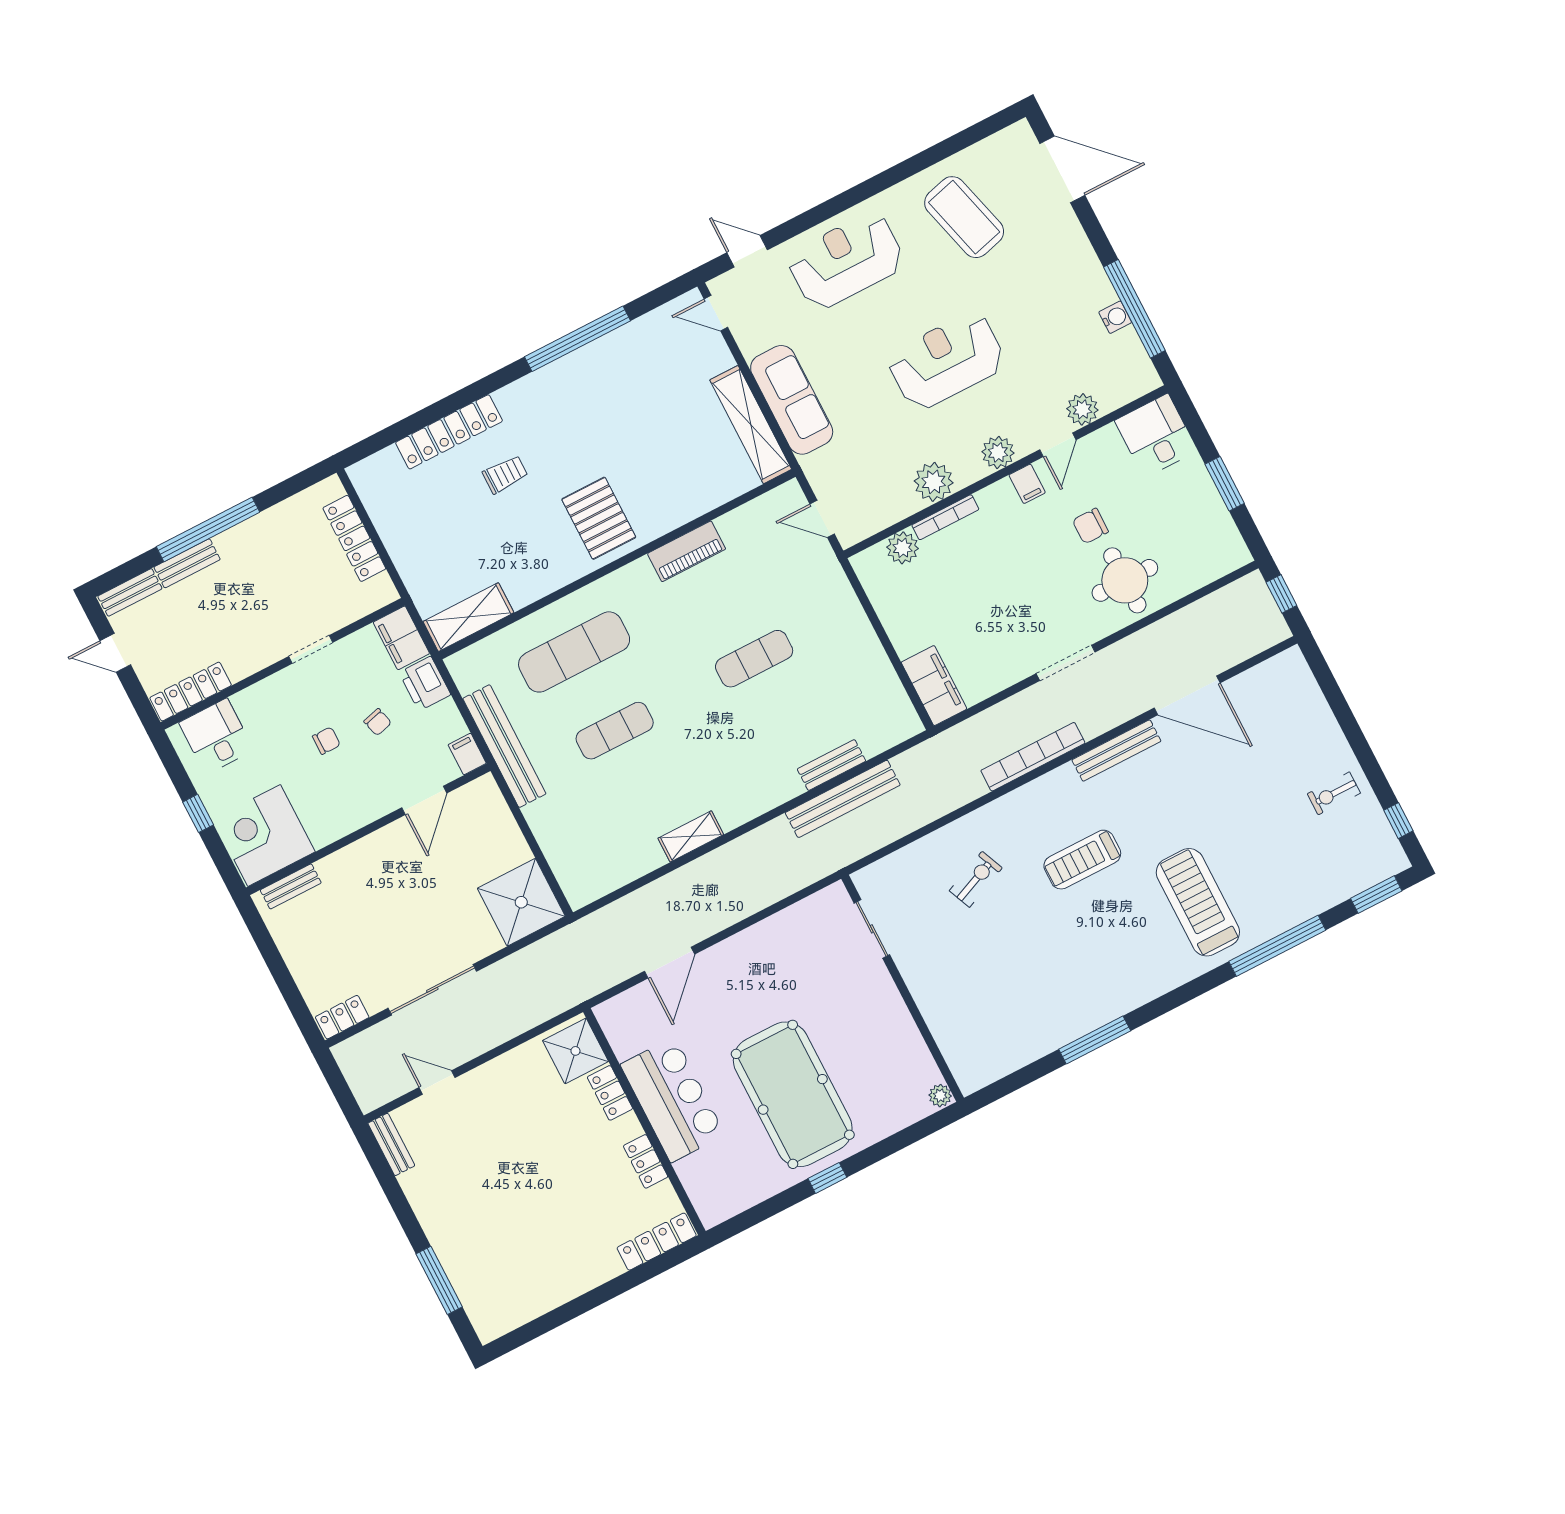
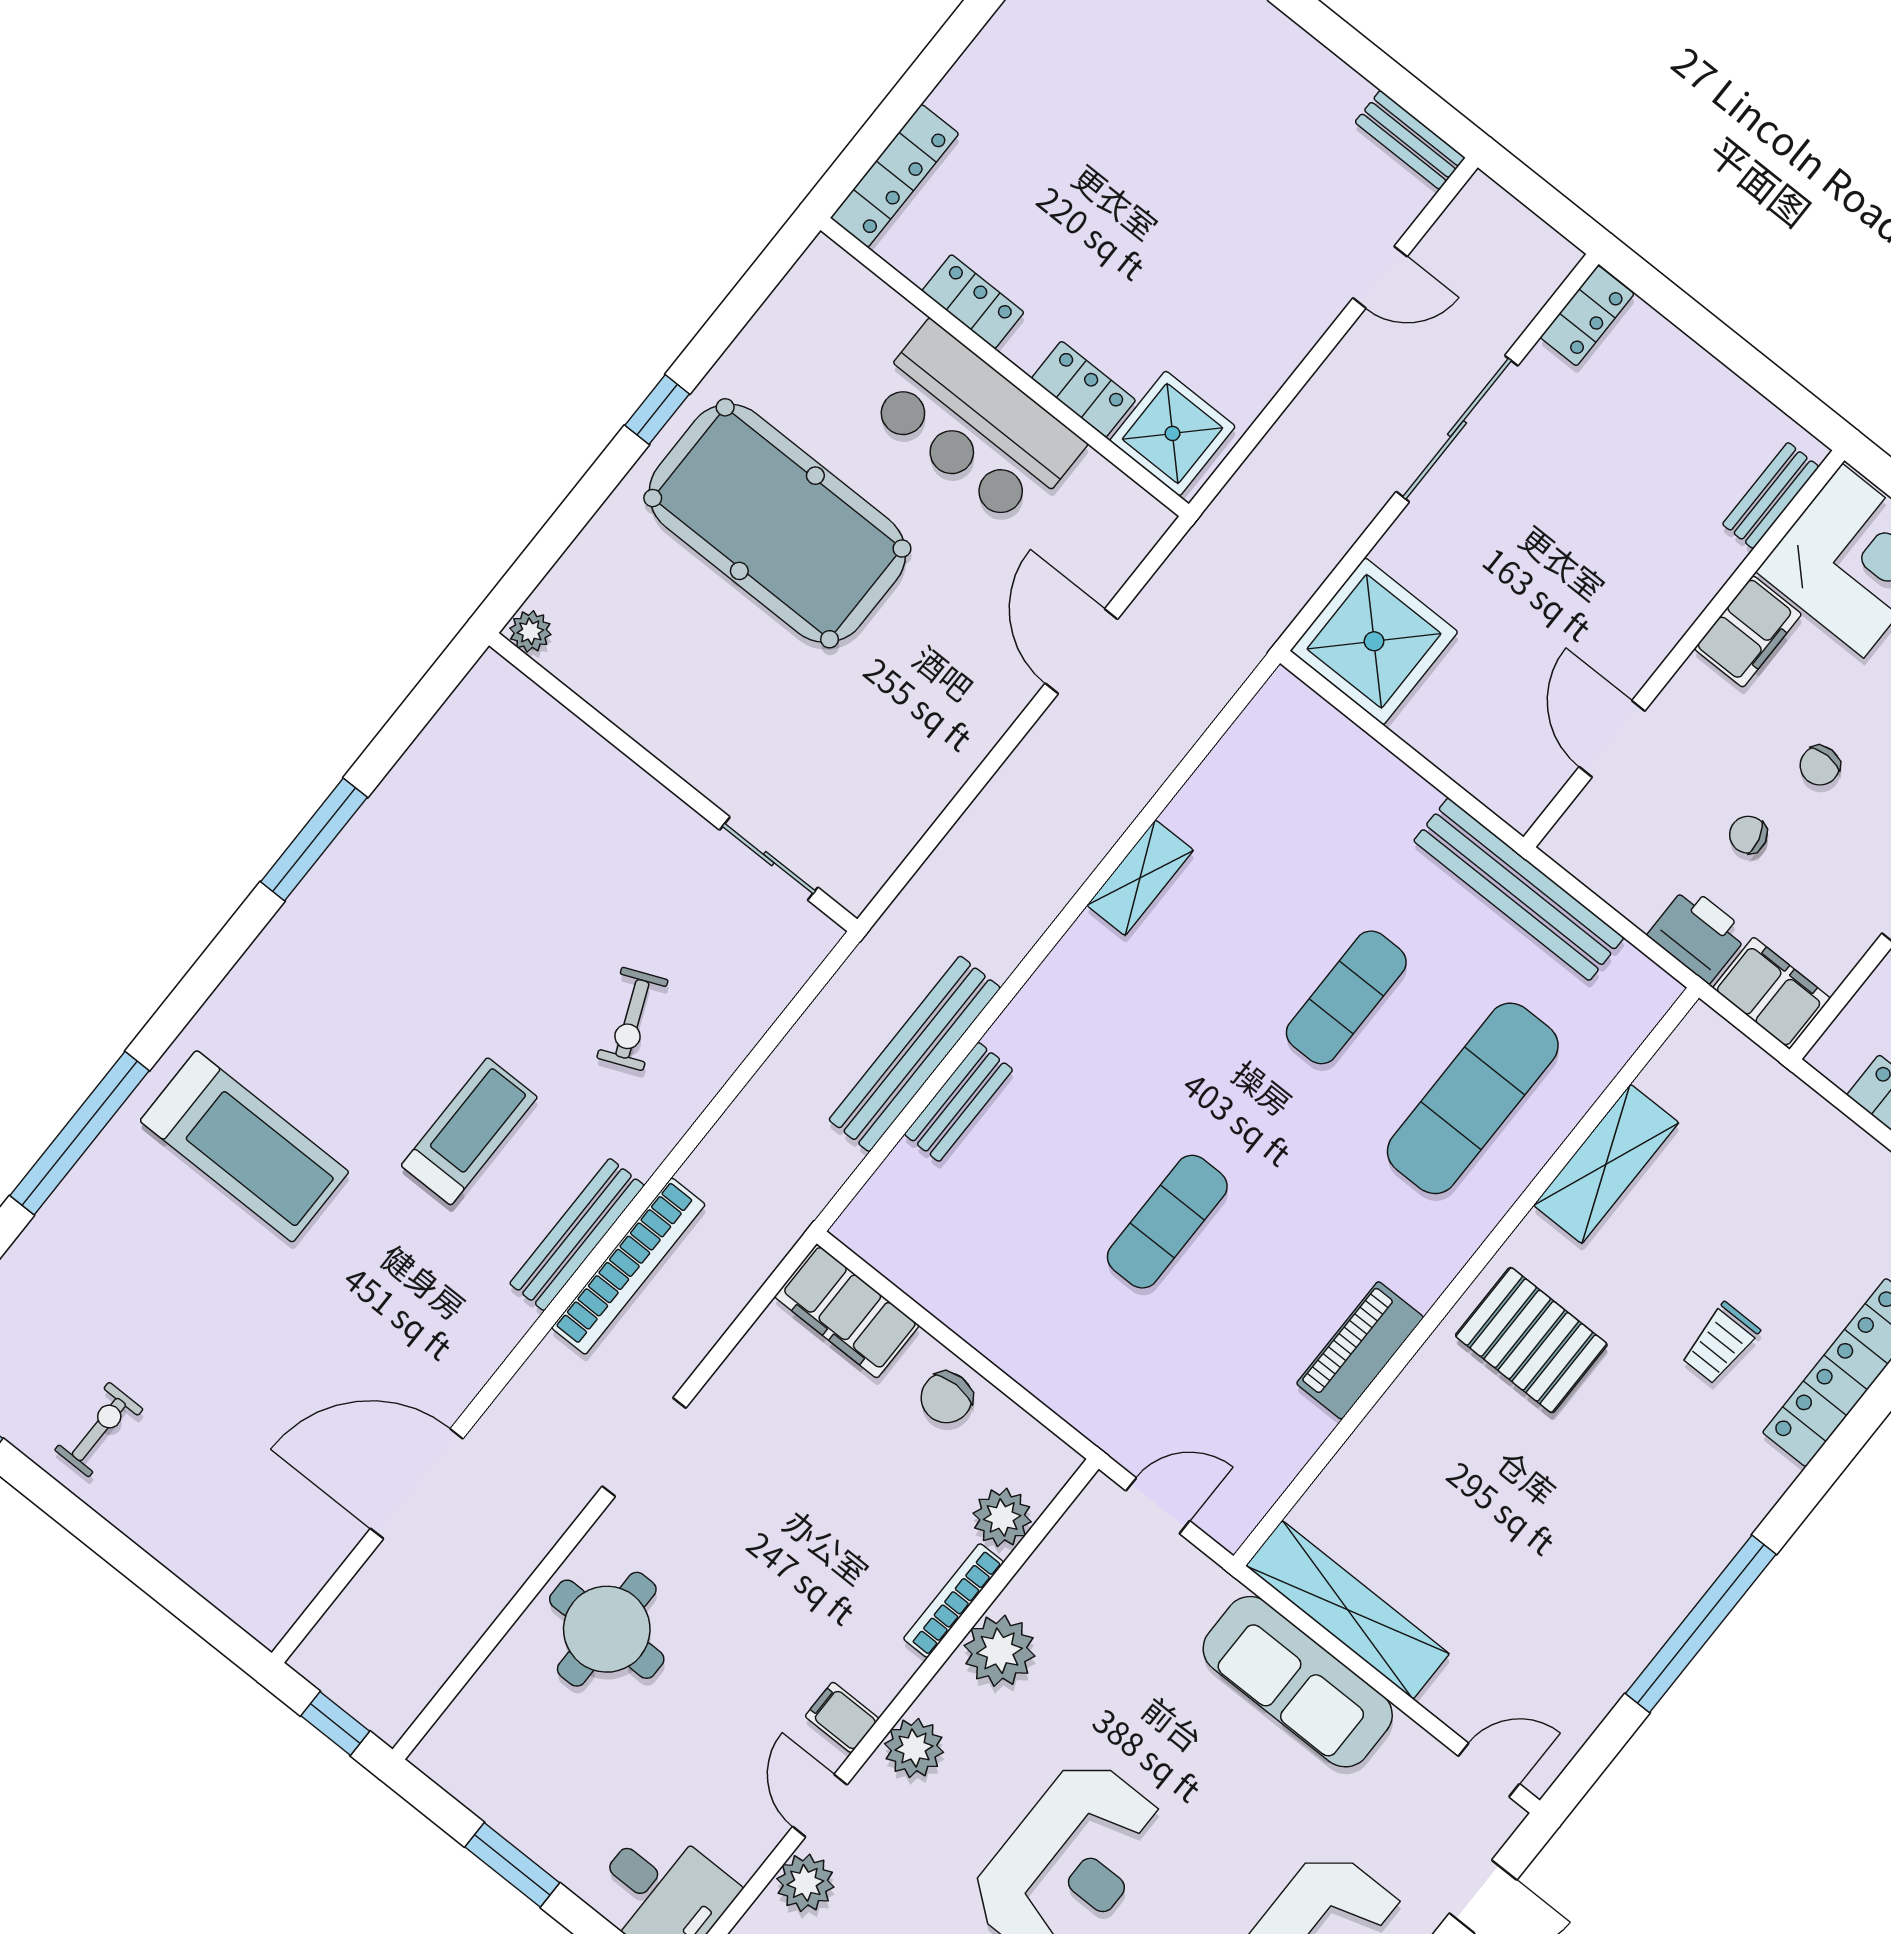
chair: (1090, 526) -> (947, 1398), moved, turned 180
shelving: (468, 617) -> (1606, 1164), moved
bench: (1116, 751) -> (577, 1235), moved
filing cabinet: (467, 754) -> (1748, 631), moved, width x2.00

